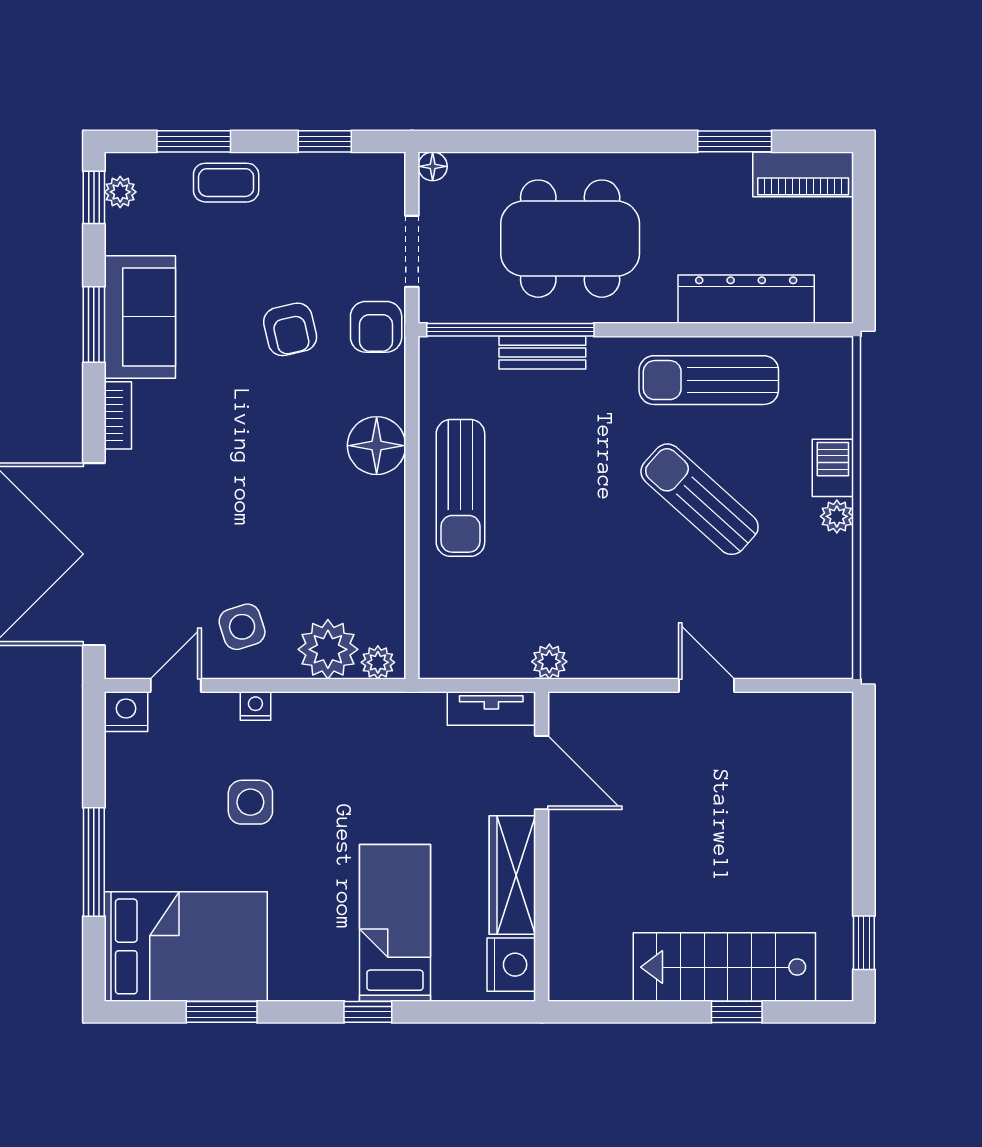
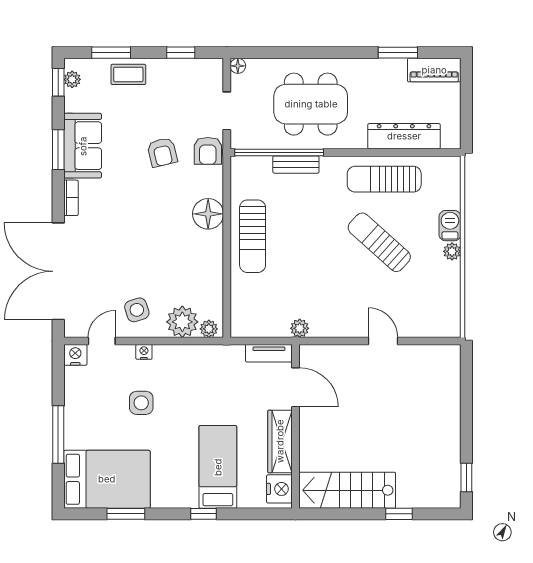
stairs: (724, 967) -> (347, 490), moved

